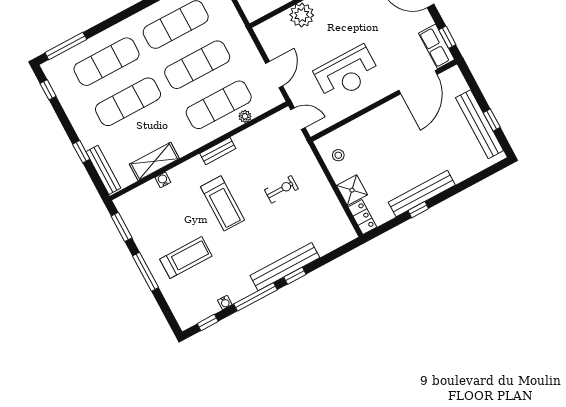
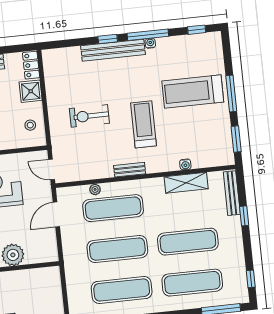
exercise bike: (281, 189) -> (89, 116), width x1.38, depth x1.39
treadmill: (186, 258) -> (193, 92), width x1.37, depth x1.38
water cooler: (225, 302) -> (150, 43), moved

